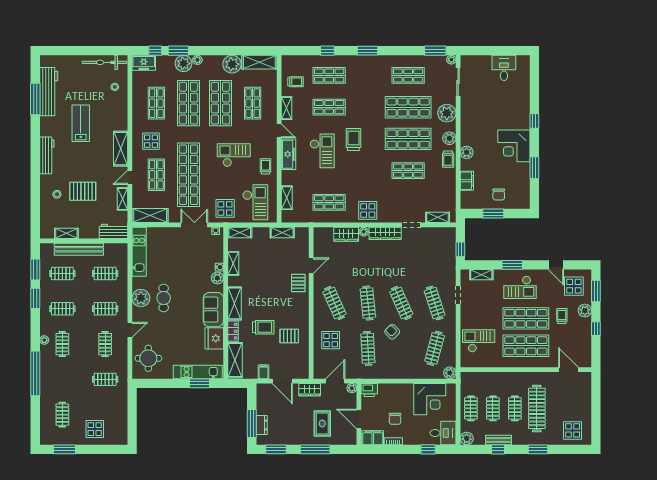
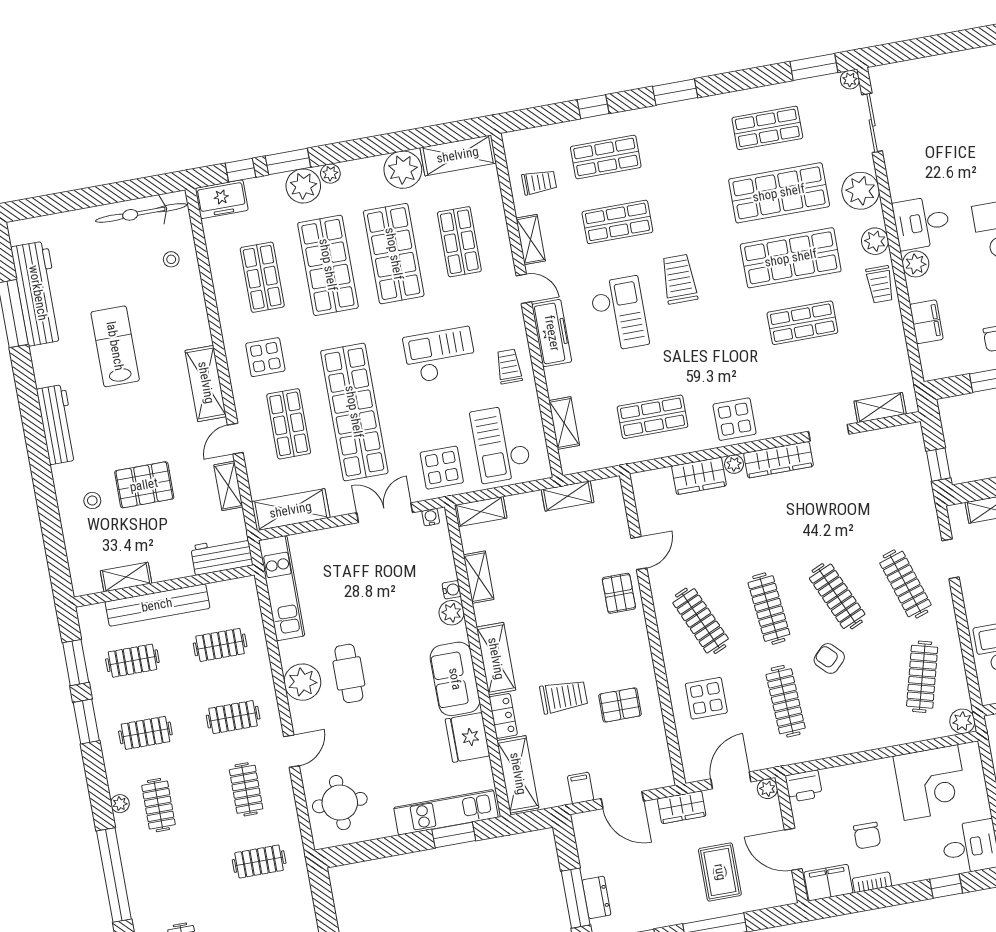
desk: (504, 68) -> (922, 223), moved, turned -90
checkout: (255, 202) -> (501, 444), turned 180

